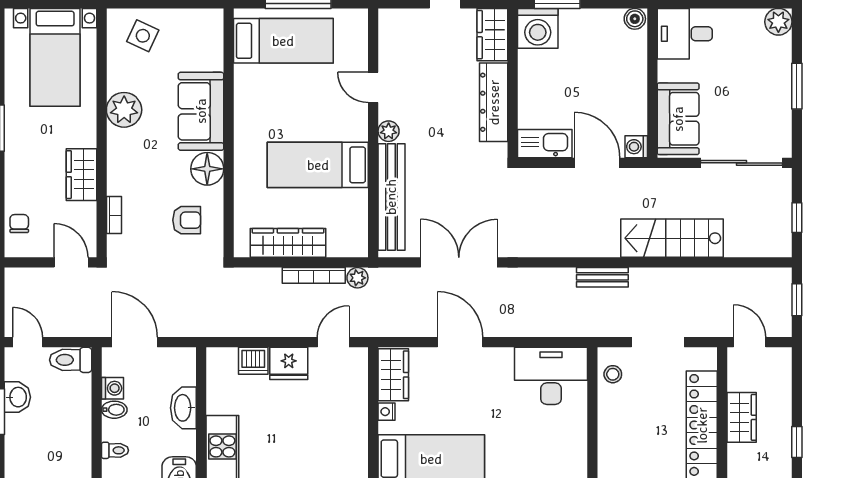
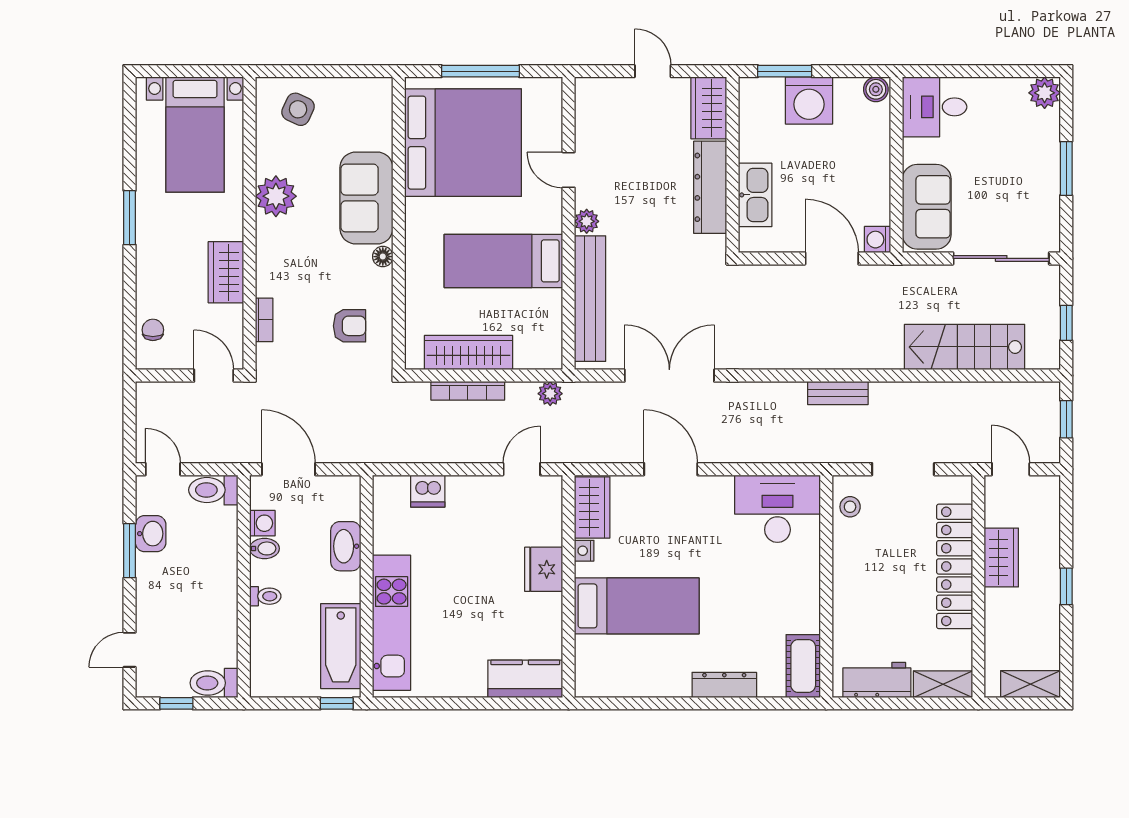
washing machine: (538, 28) -> (809, 101), moved
bed: (283, 41) -> (463, 143), width x2.04
kitchen sink: (545, 144) -> (755, 195), moved, turned 90
floor lamp: (207, 169) -> (383, 257), width x0.53, depth x0.53
stairs: (672, 238) -> (965, 347), moved
bookcase: (314, 275) -> (468, 391), moved
fridge: (289, 363) -> (544, 569), moved, turned 90

